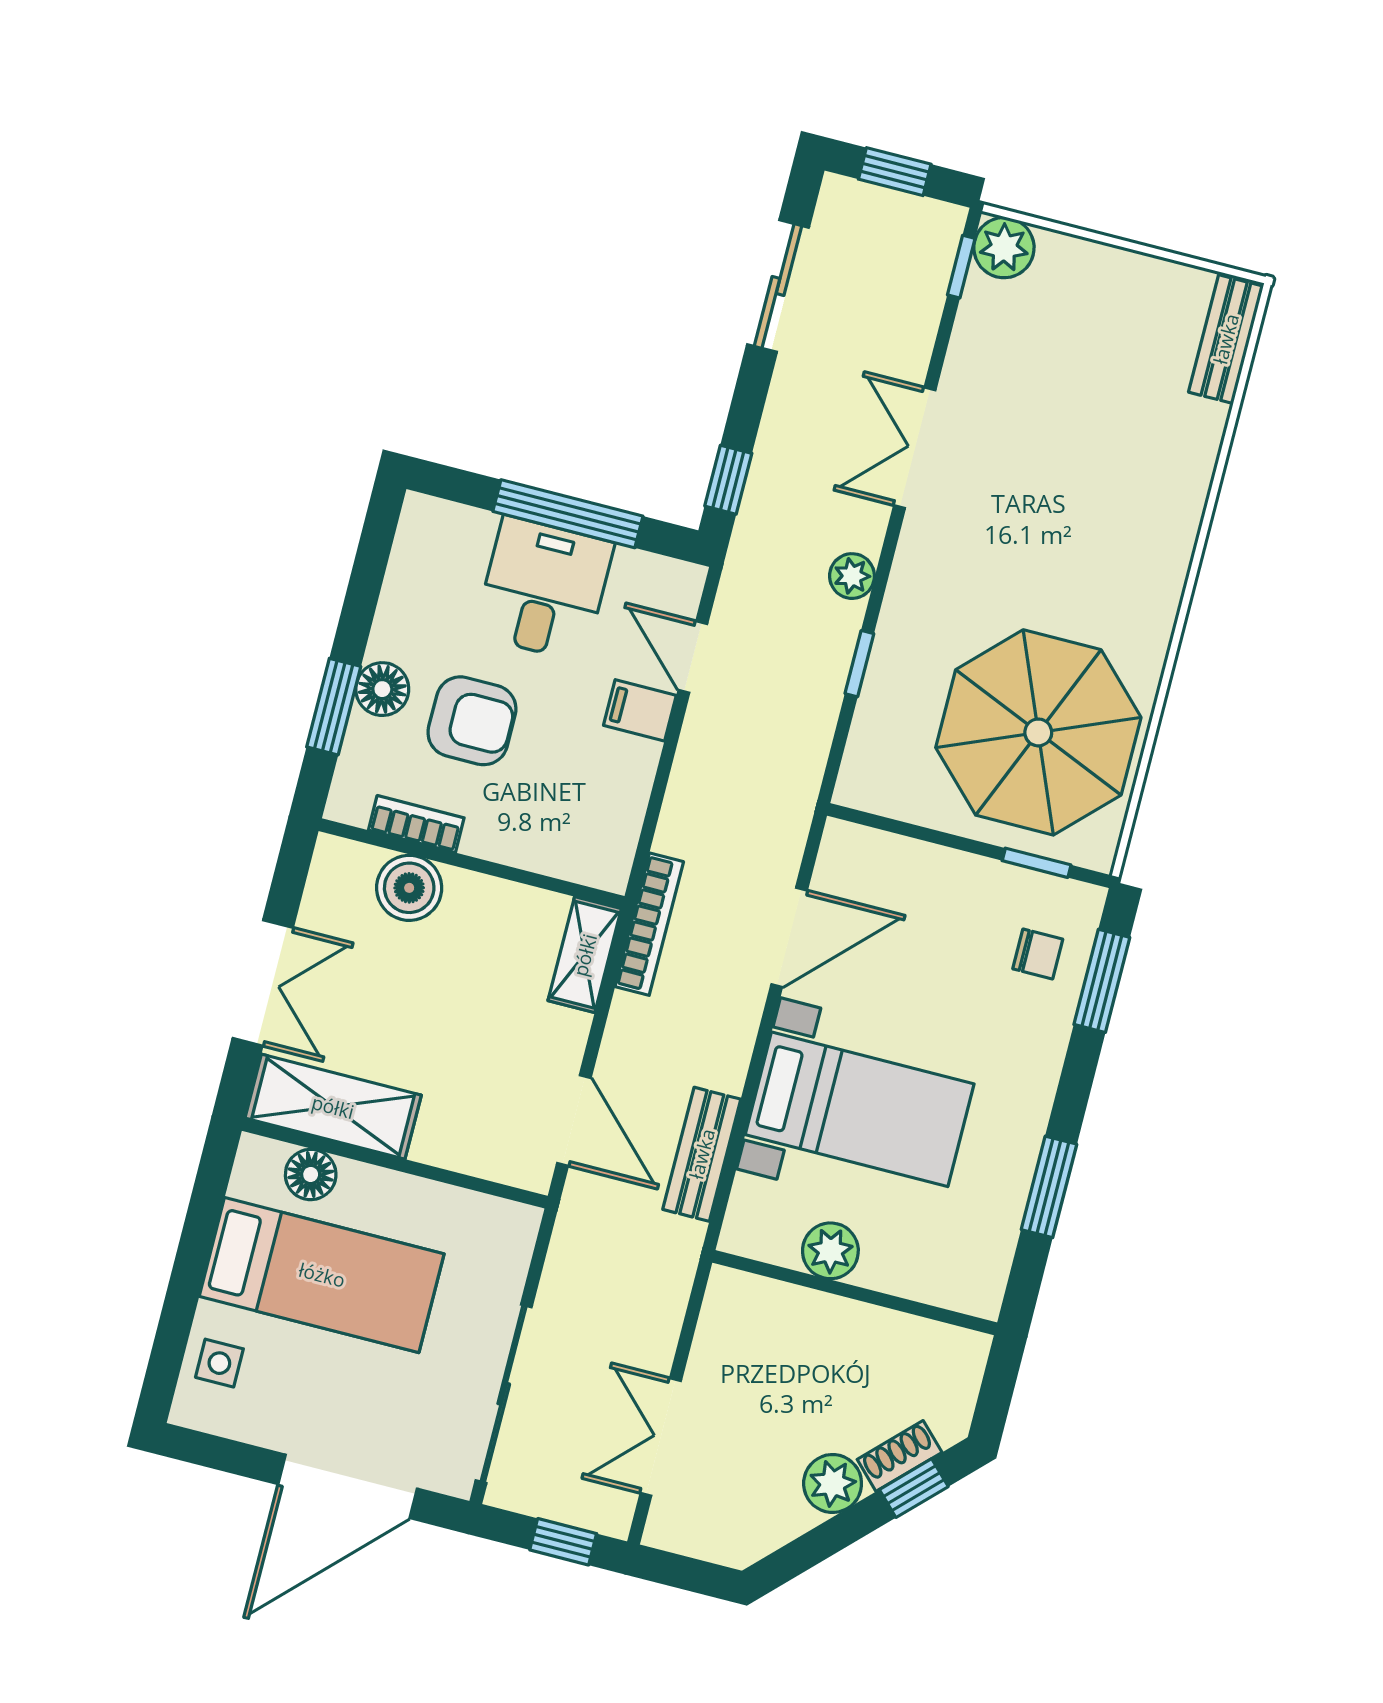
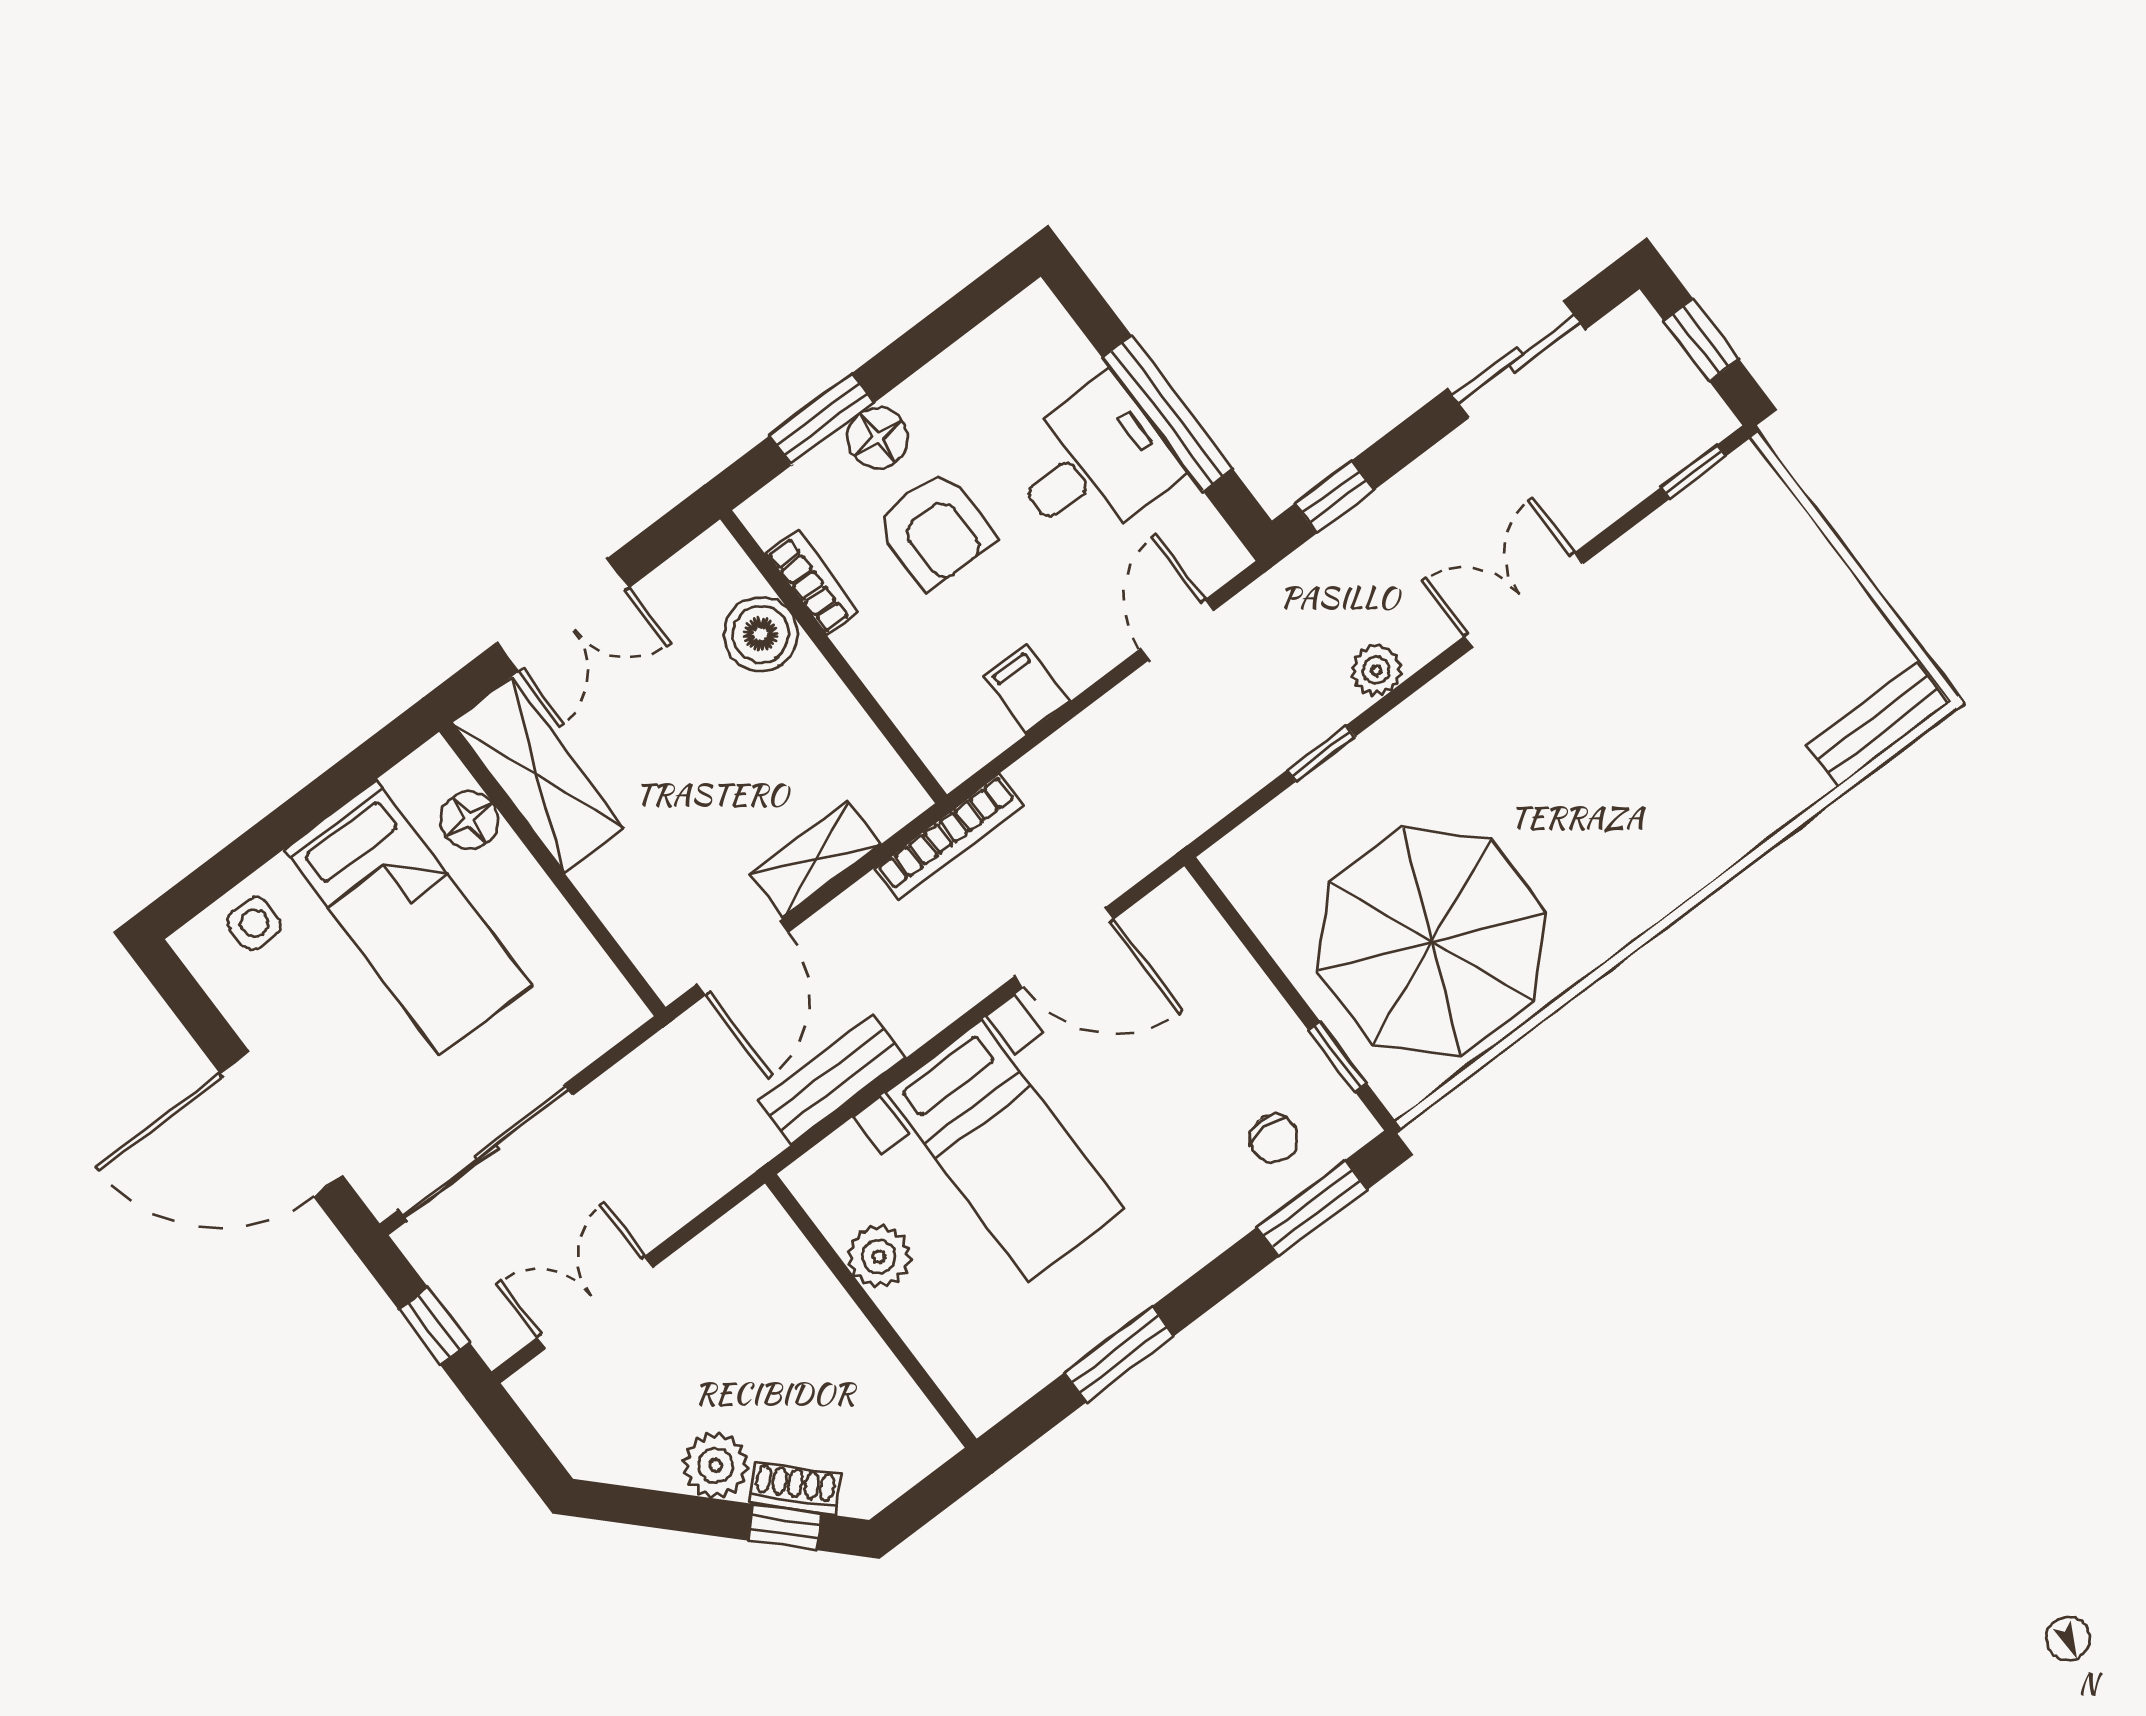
plant: (1004, 248) -> (1745, 485), removed
filing cabinet: (640, 710) -> (1027, 689), moved
shelving: (585, 955) -> (815, 859), moved

